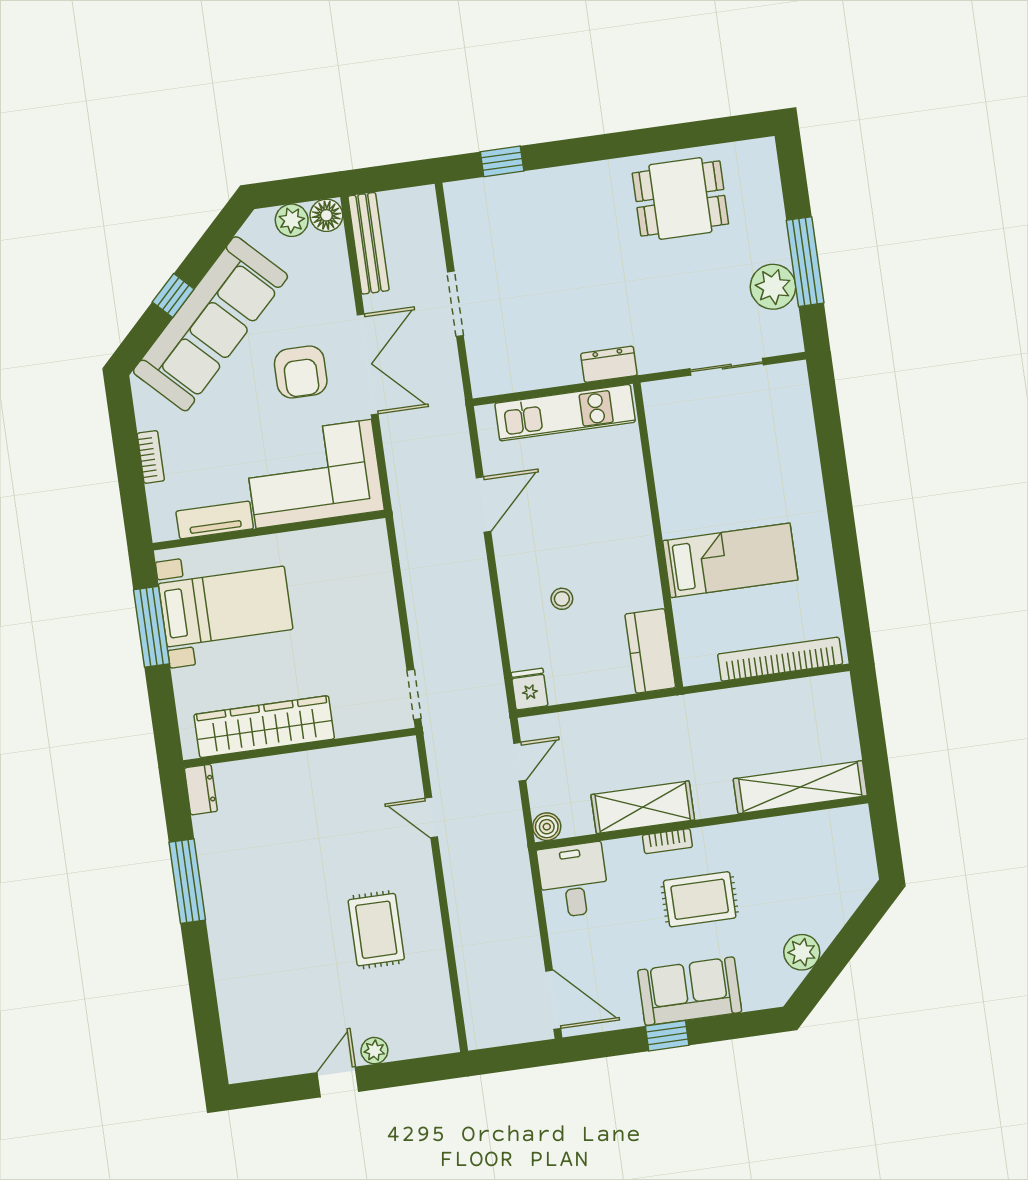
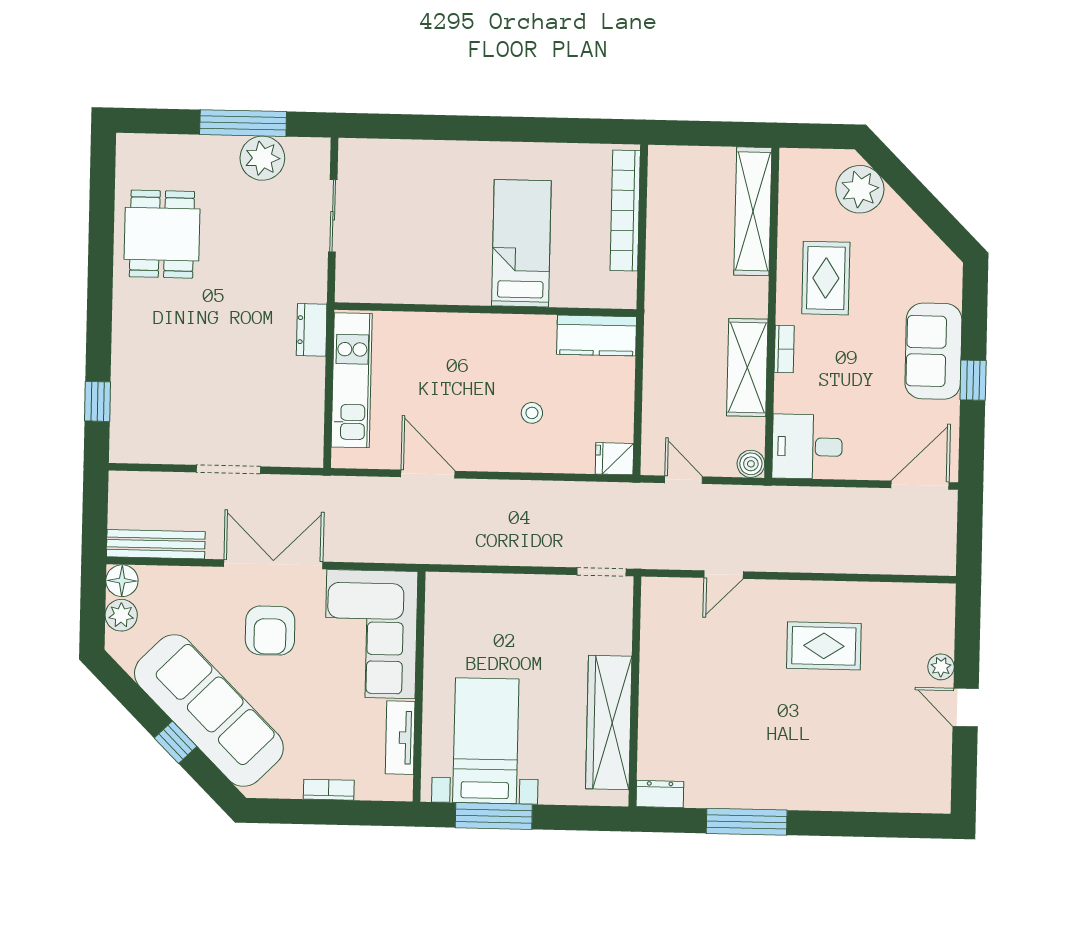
armchair: (301, 372) -> (270, 631), turned 90
rug: (700, 899) -> (826, 278), moved
plant: (802, 952) -> (860, 189), moved, width x1.36, depth x1.36

